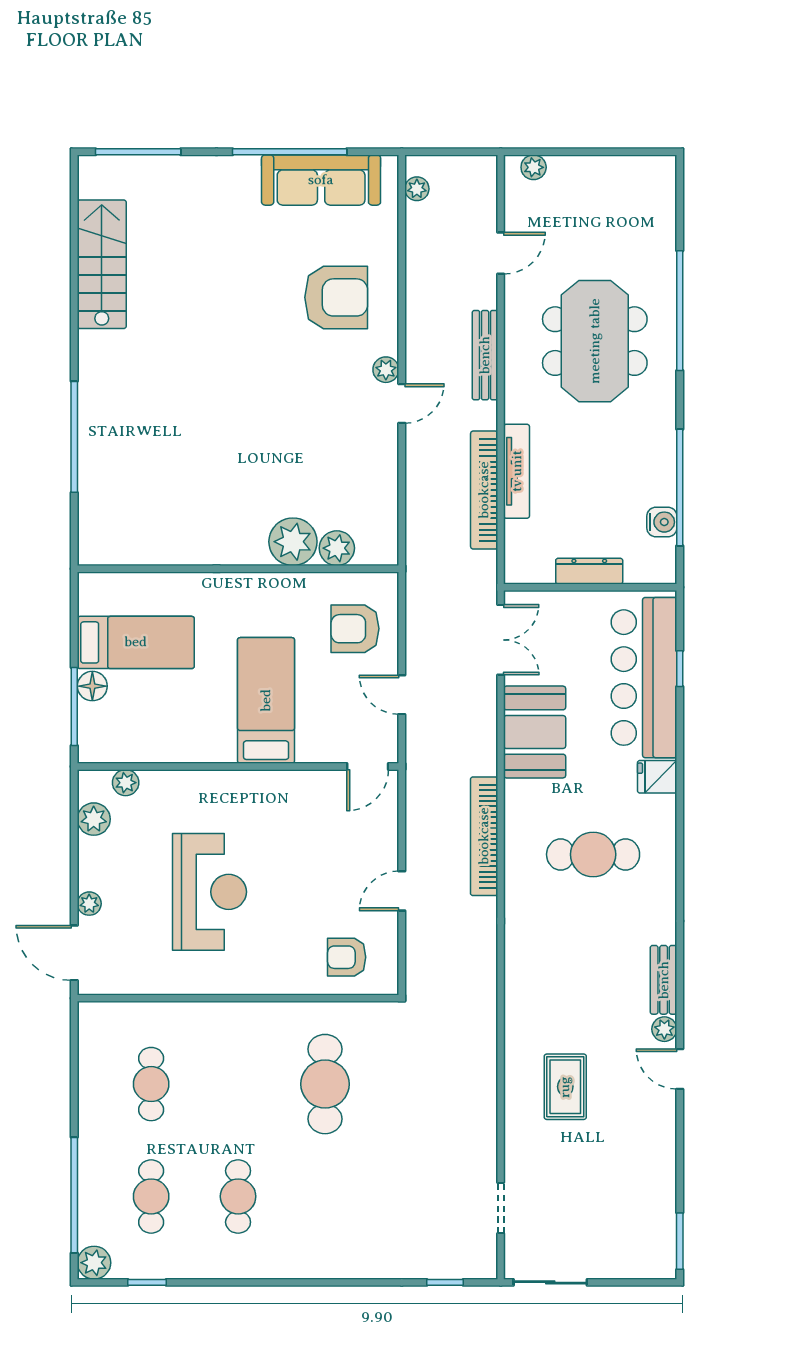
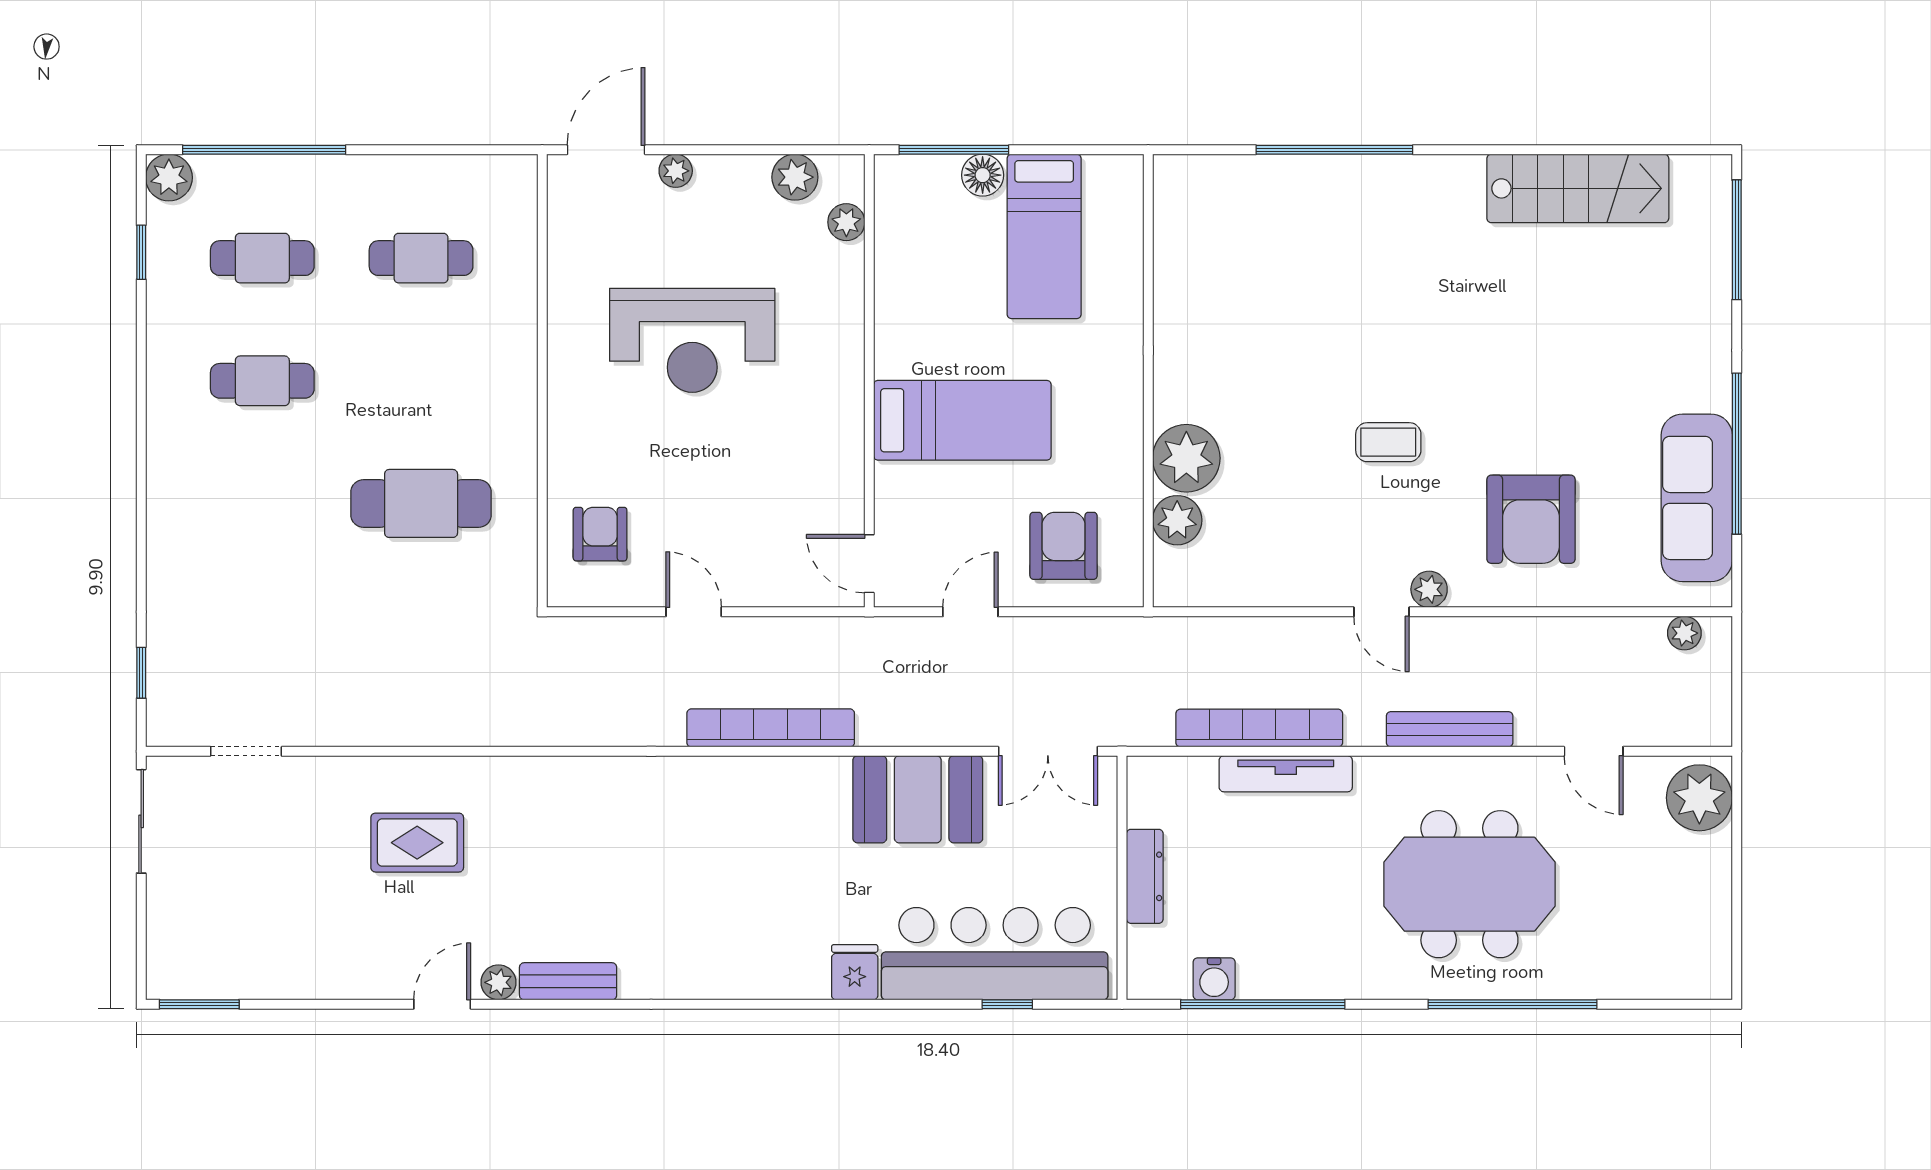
plant: (534, 167) -> (1699, 798), width x1.87, depth x1.87
coffee table: (282, 399) -> (1388, 442), added
cafe table: (593, 854) -> (745, 882), removed

